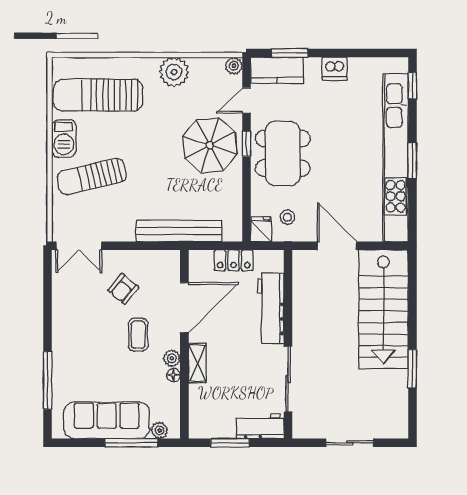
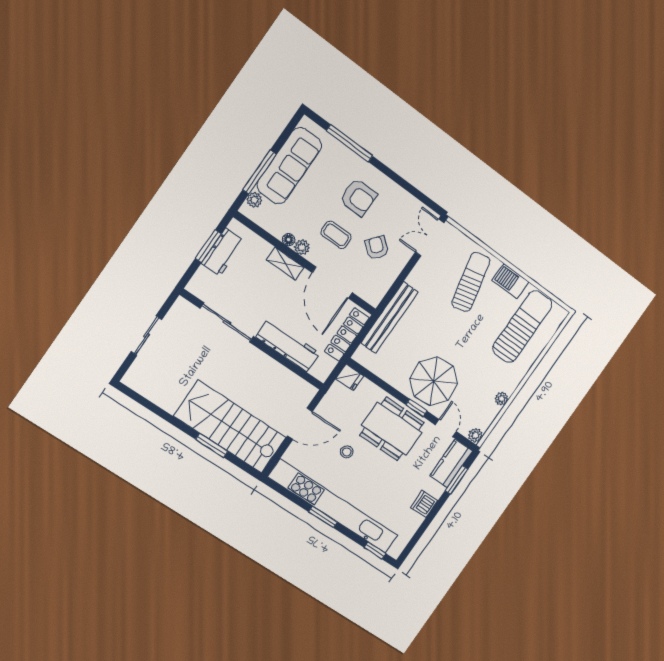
plant: (174, 72) -> (502, 399), width x0.53, depth x0.53
stool: (287, 217) -> (347, 452), moved
locker: (234, 260) -> (347, 334), width x1.53
armchair: (90, 338) -> (358, 197), added
window: (412, 369) -> (212, 445), moved
workbench: (260, 426) -> (223, 252), moved

